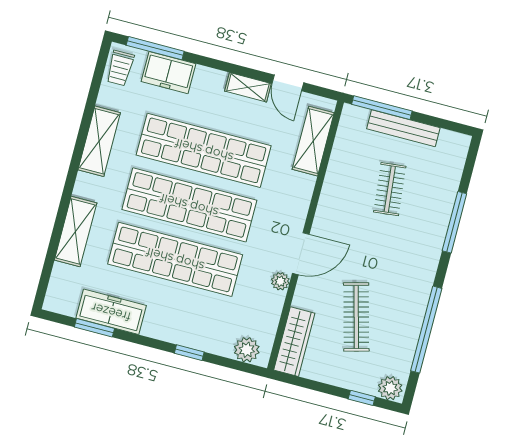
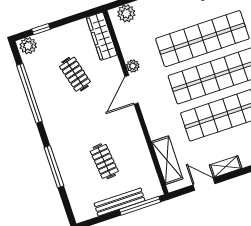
clothes rail: (356, 317) -> (75, 74), width x0.73

